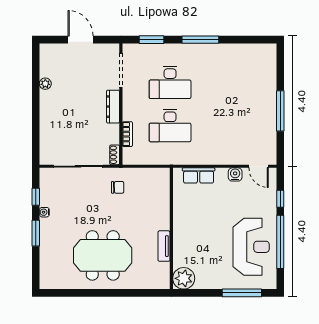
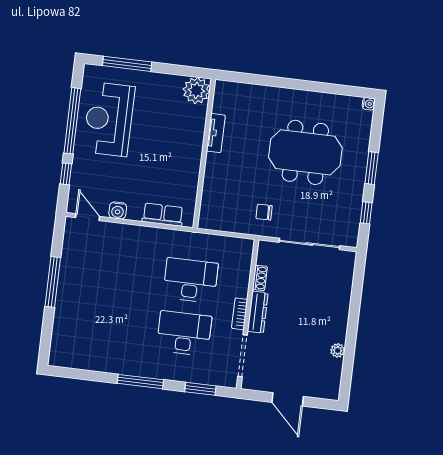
bookcase: (127, 134) -> (240, 314), moved
shoe rack: (115, 155) -> (260, 278), moved
water cooler: (44, 212) -> (369, 104), moved
meeting table: (103, 255) -> (305, 152), moved

